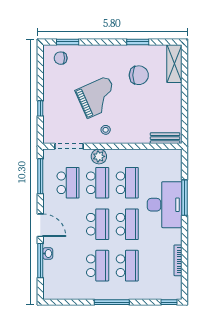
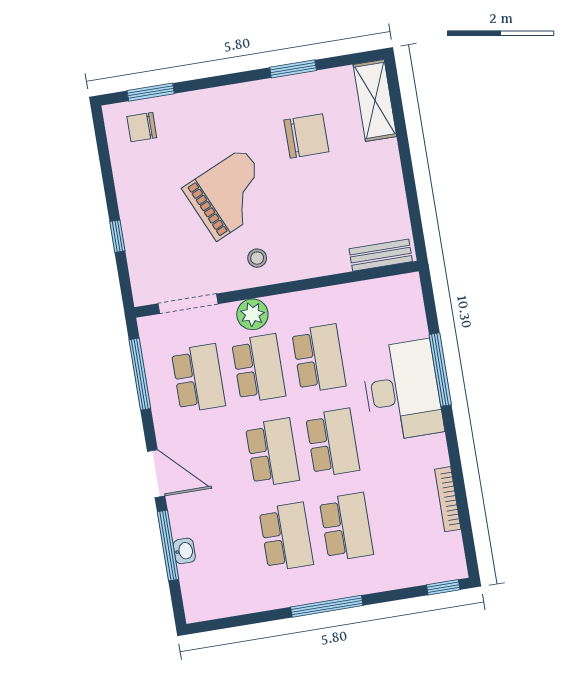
washbasin: (48, 254) -> (184, 551), moved

